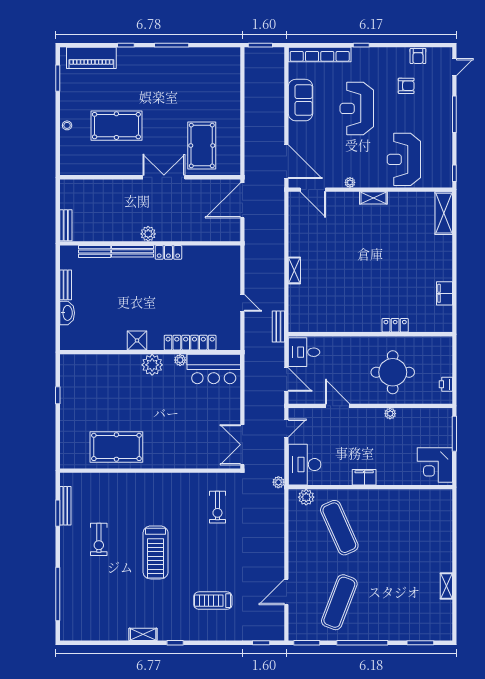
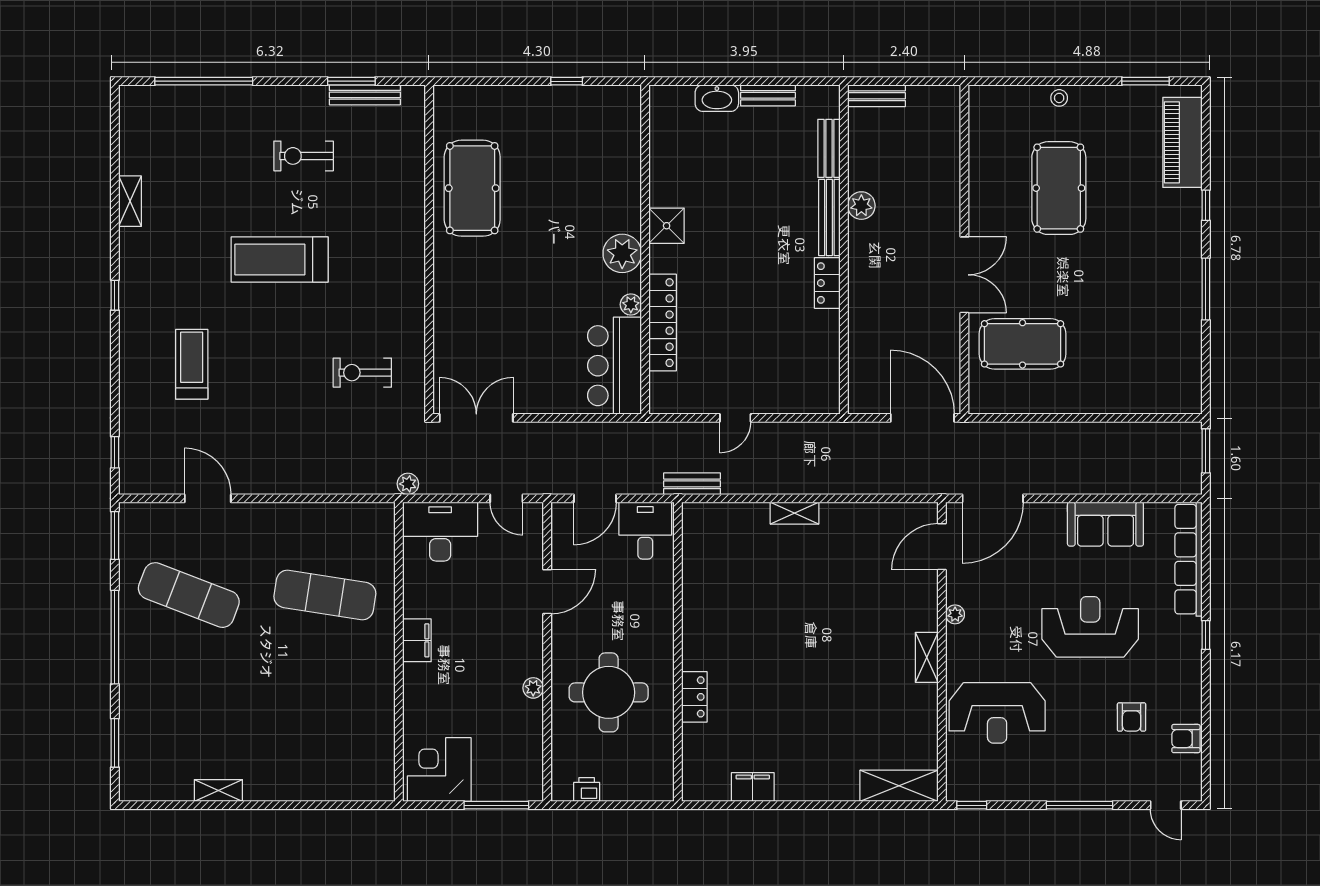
reception desk: (404, 159) -> (997, 713), turned 180
plant: (148, 234) -> (861, 206), moved
plant: (306, 497) -> (380, 535), removed
exercise mat: (339, 528) -> (325, 595), turned 33
shelving: (143, 634) -> (130, 201), moved

